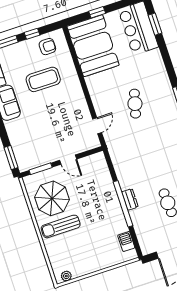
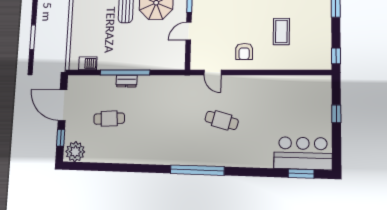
window: (32, 34) -> (336, 56), moved
booth: (93, 46) -> (300, 97), removed
armchair: (47, 47) -> (244, 51), moved
coffee table: (43, 79) -> (281, 32), width x0.73, depth x0.76

